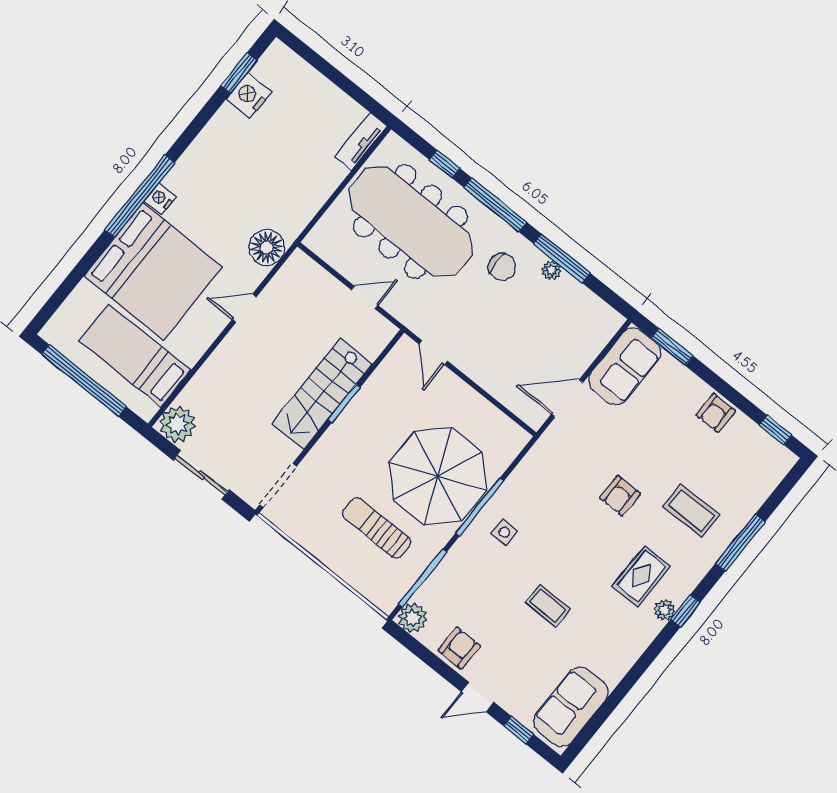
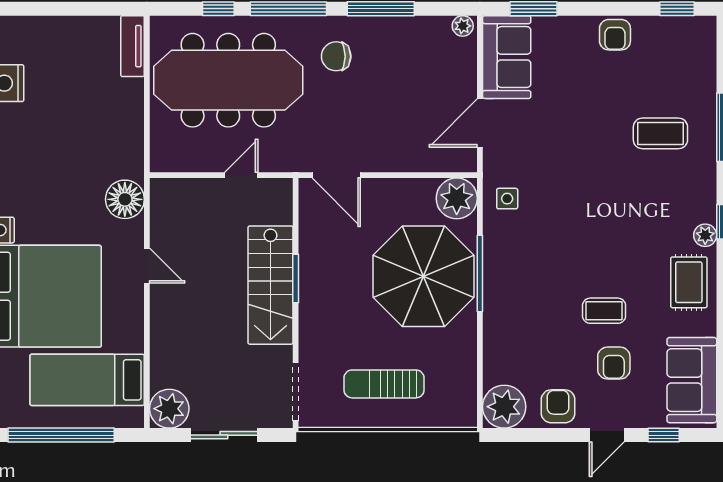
chair: (502, 267) -> (336, 56), turned 180
plant: (551, 270) -> (463, 26), moved
door: (244, 308) -> (147, 266), swing flipped
door: (433, 353) -> (336, 175), width x1.38
plant: (507, 439) -> (457, 198), added
armchair: (620, 496) -> (614, 363), moved
sun lounger: (377, 528) -> (384, 384), moved
side table: (504, 532) -> (507, 199), moved
rug: (641, 576) -> (689, 282), moved
window: (423, 578) -> (480, 372), removed
plant: (413, 618) -> (504, 407), width x1.36, depth x1.36

